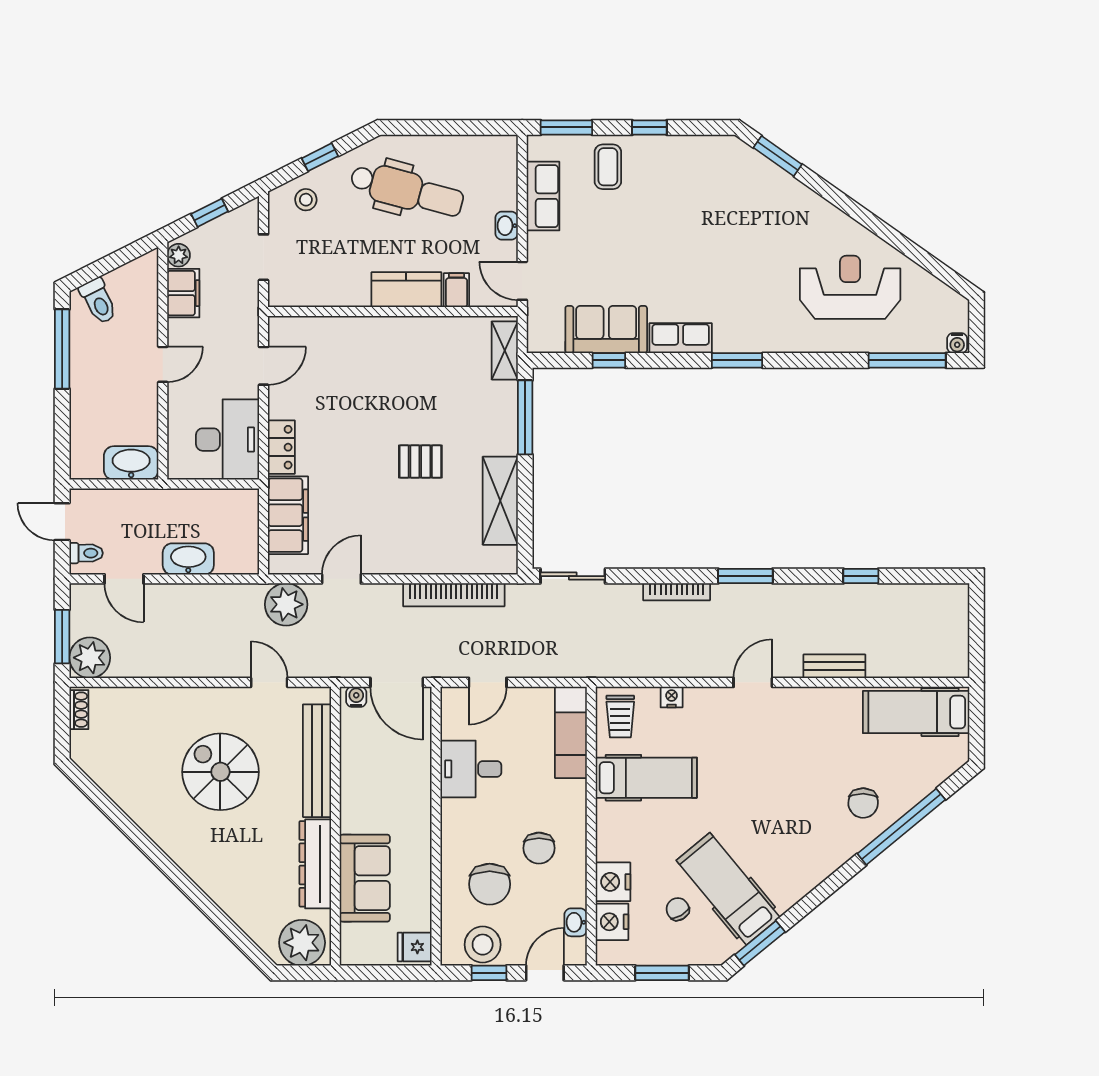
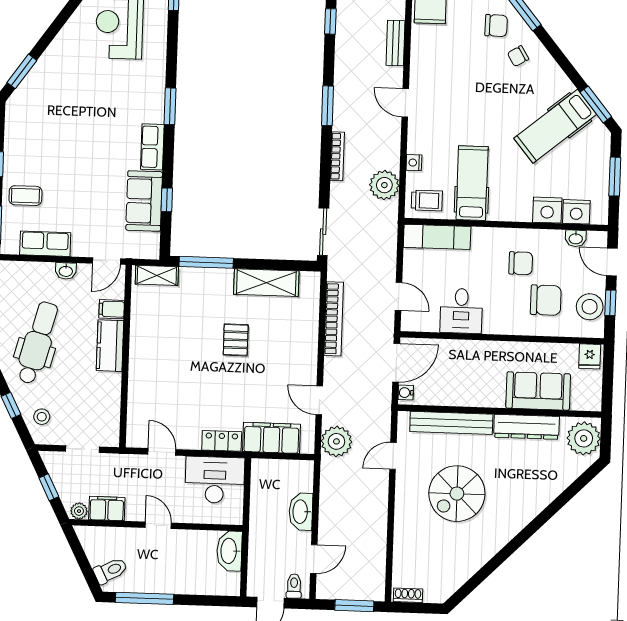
plant: (90, 658) -> (384, 185), moved
chair: (678, 909) -> (518, 56), moved

